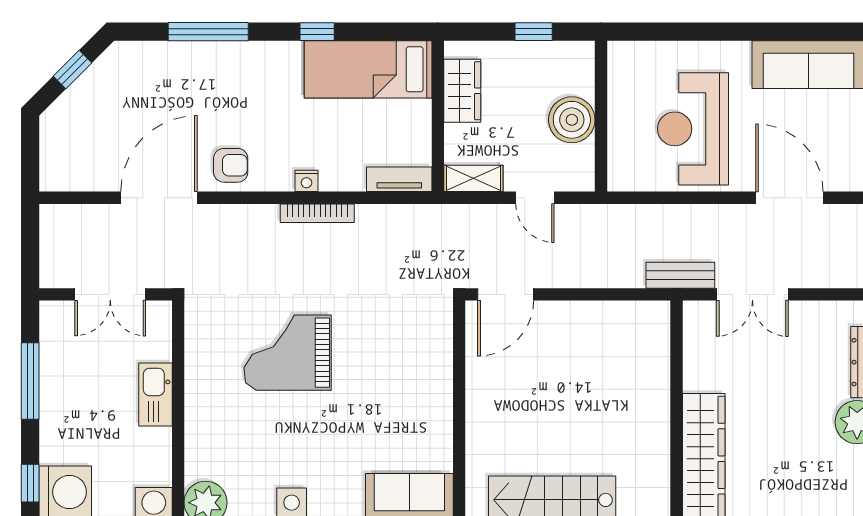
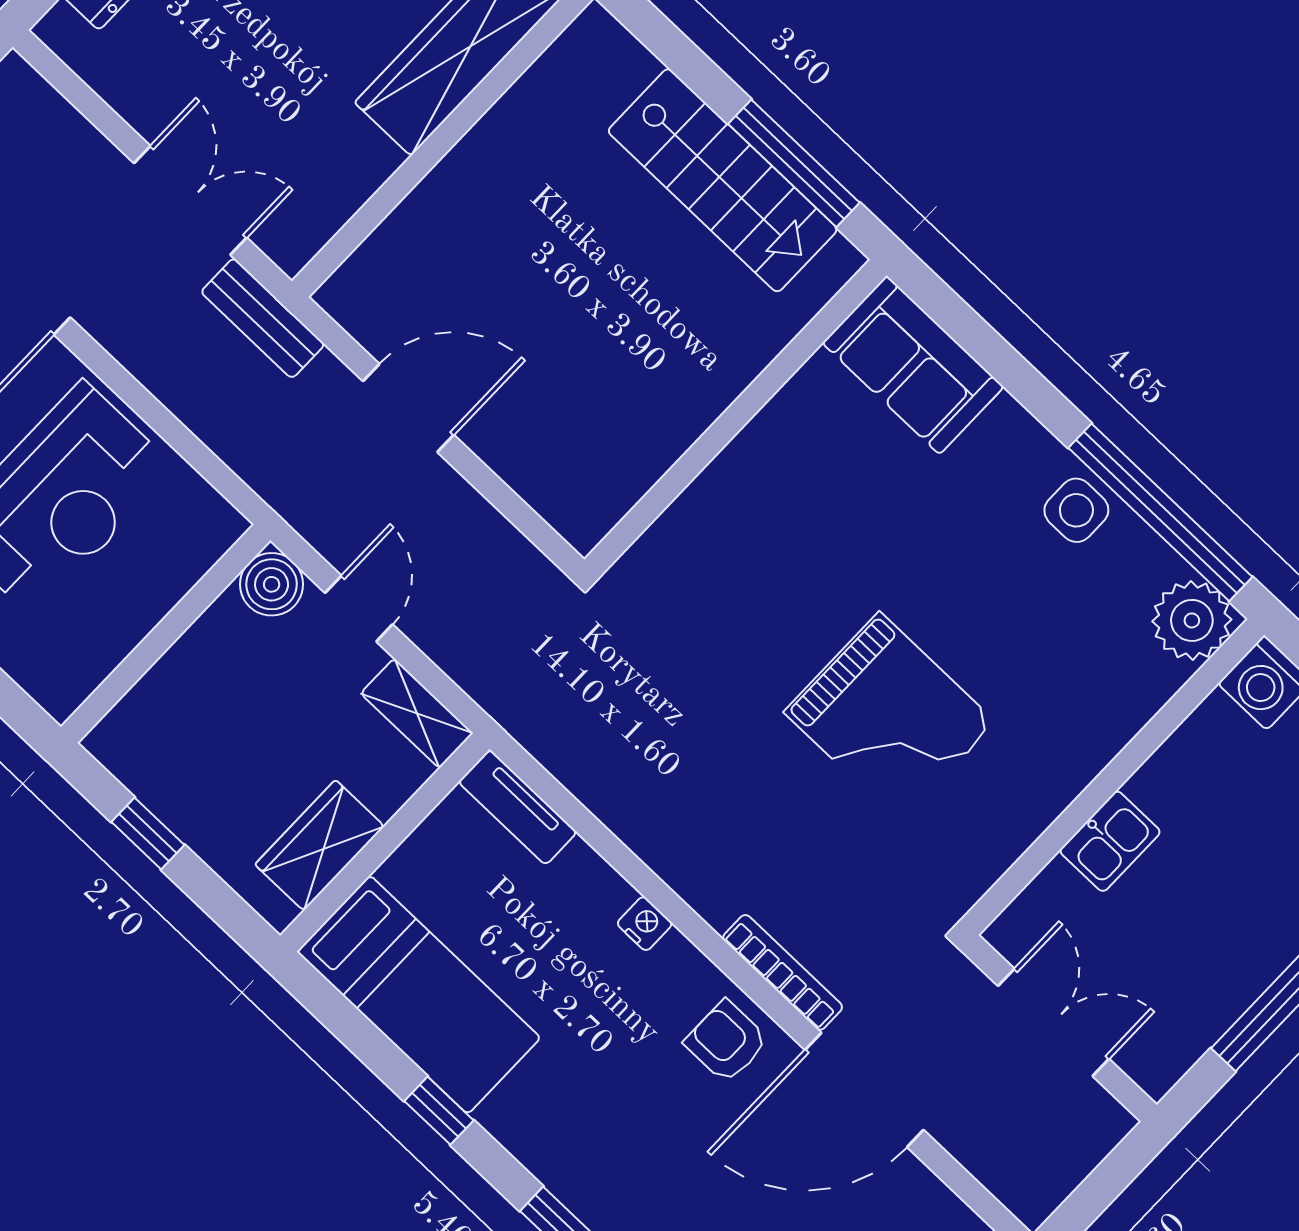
boiler: (572, 120) -> (272, 584), moved, width x0.73, depth x0.73
bookcase: (317, 213) -> (783, 972), moved
door: (506, 294) -> (408, 408), moved
kitchen sink: (155, 395) -> (1110, 841), width x0.73

